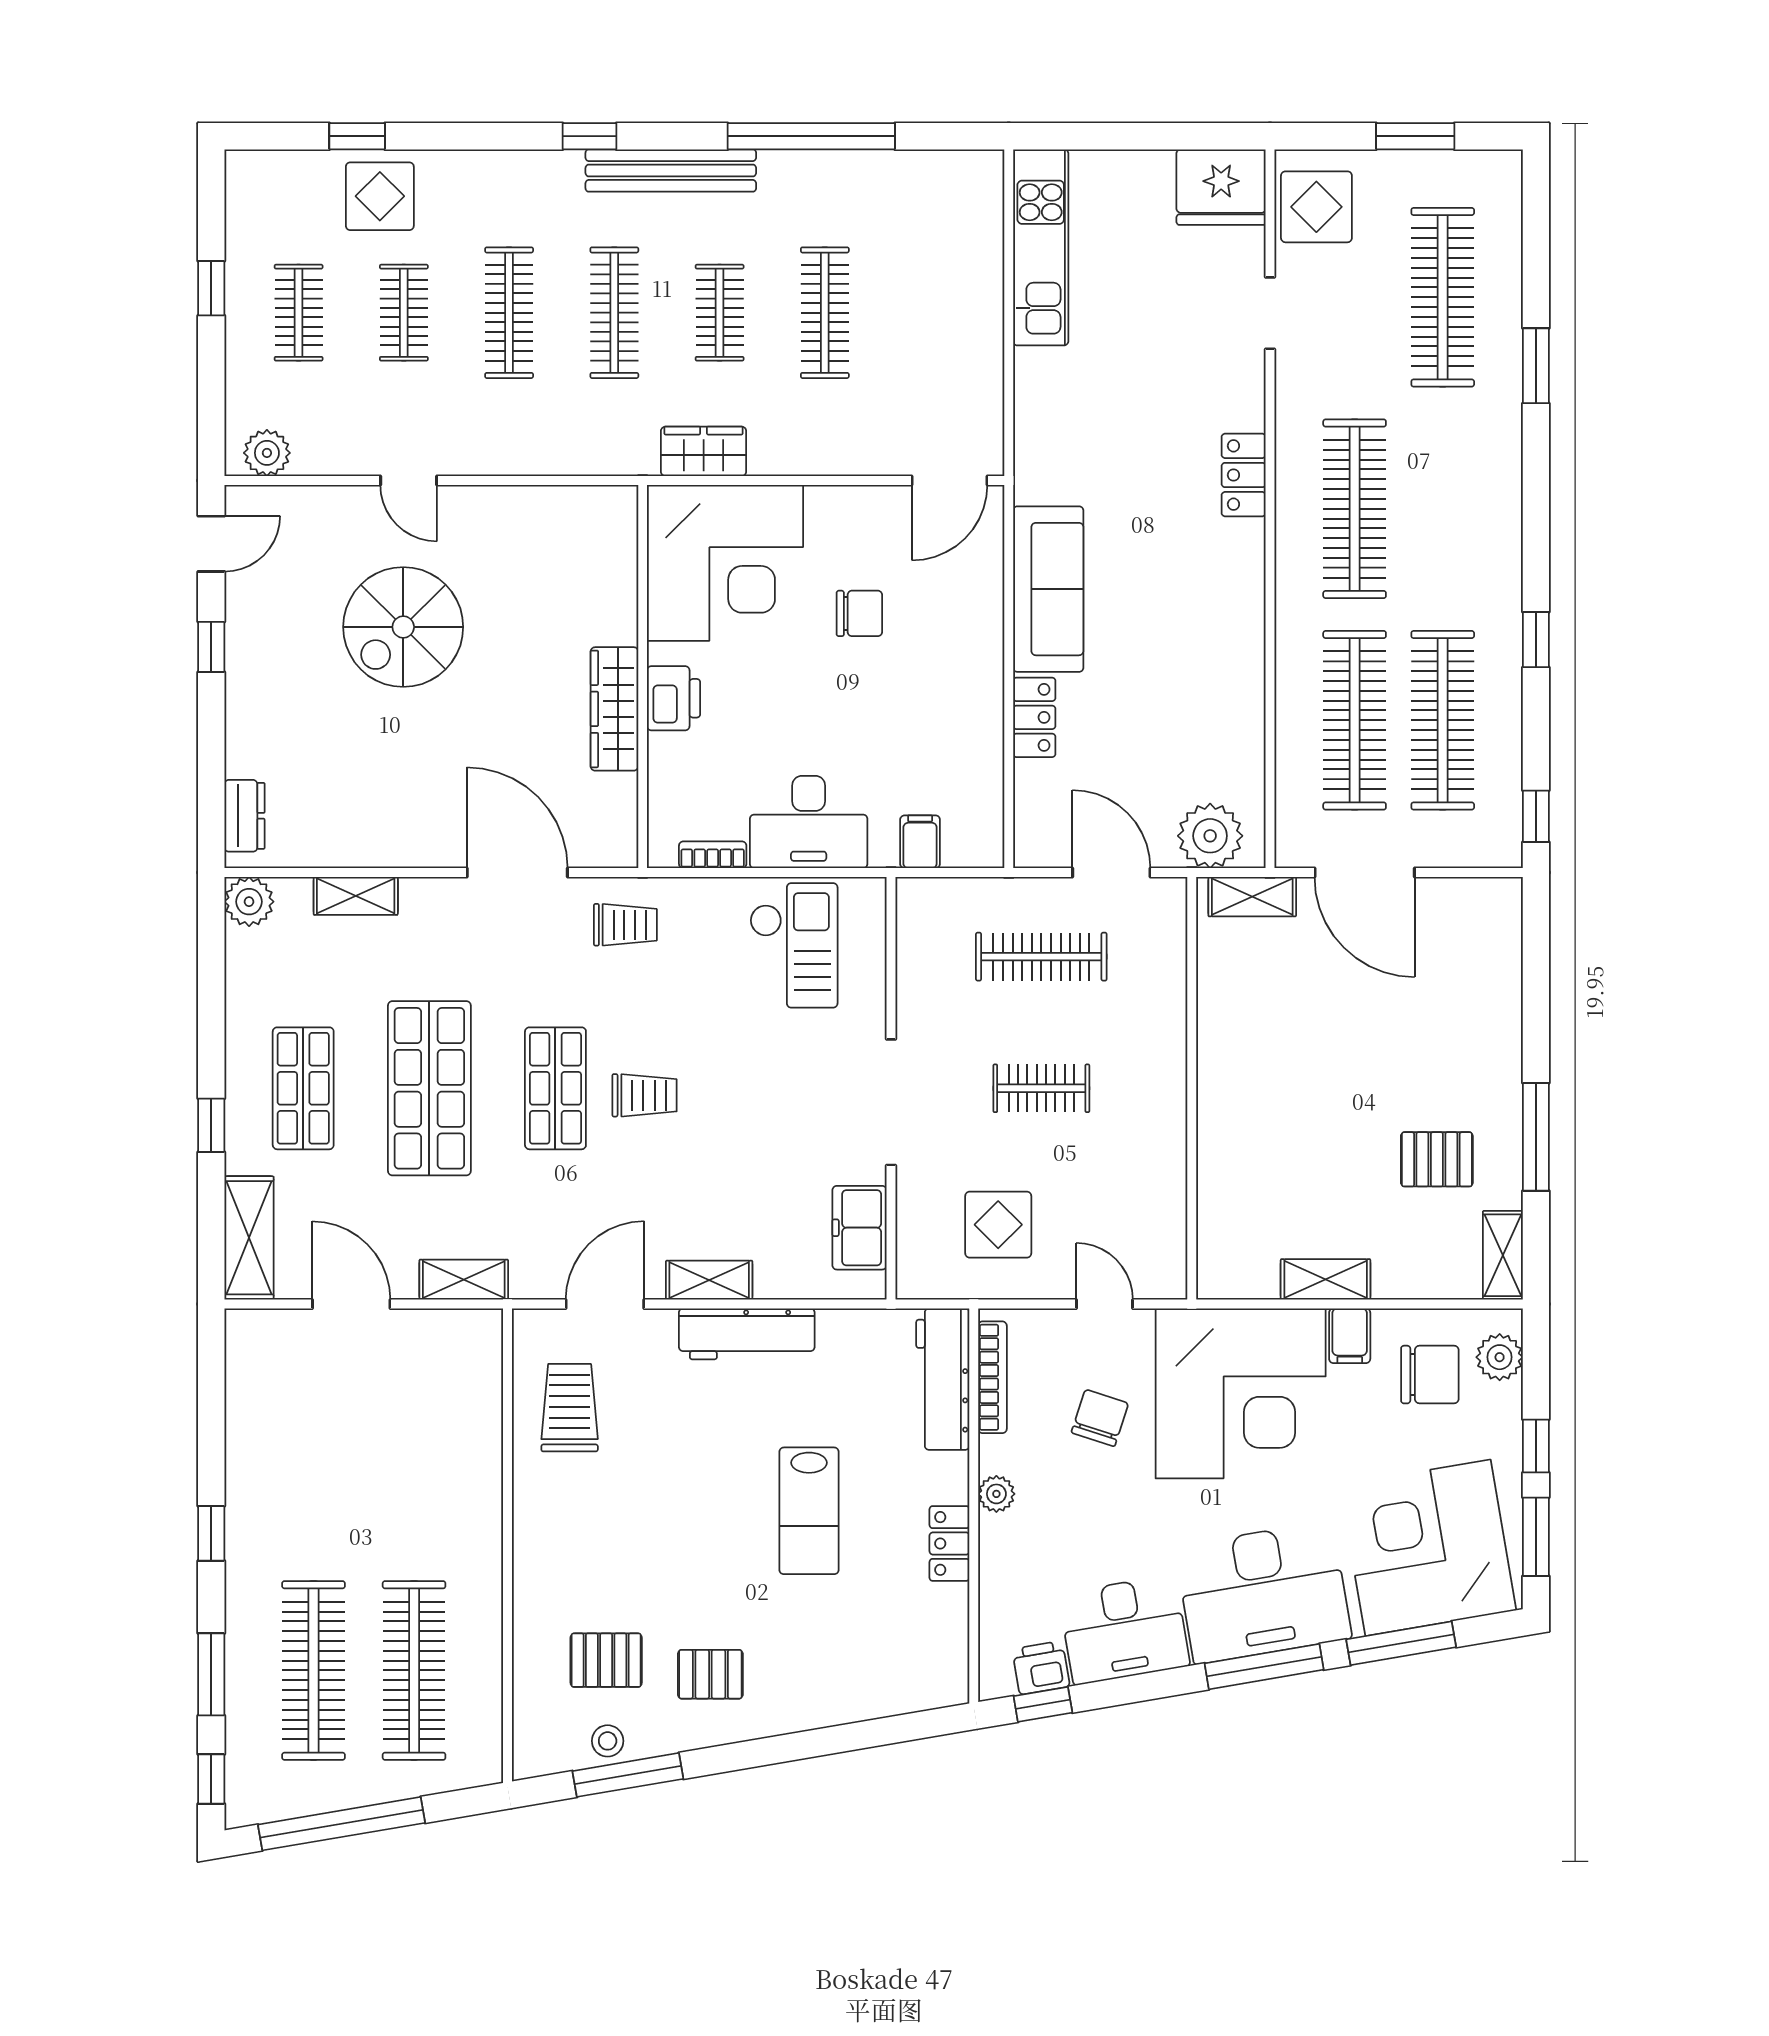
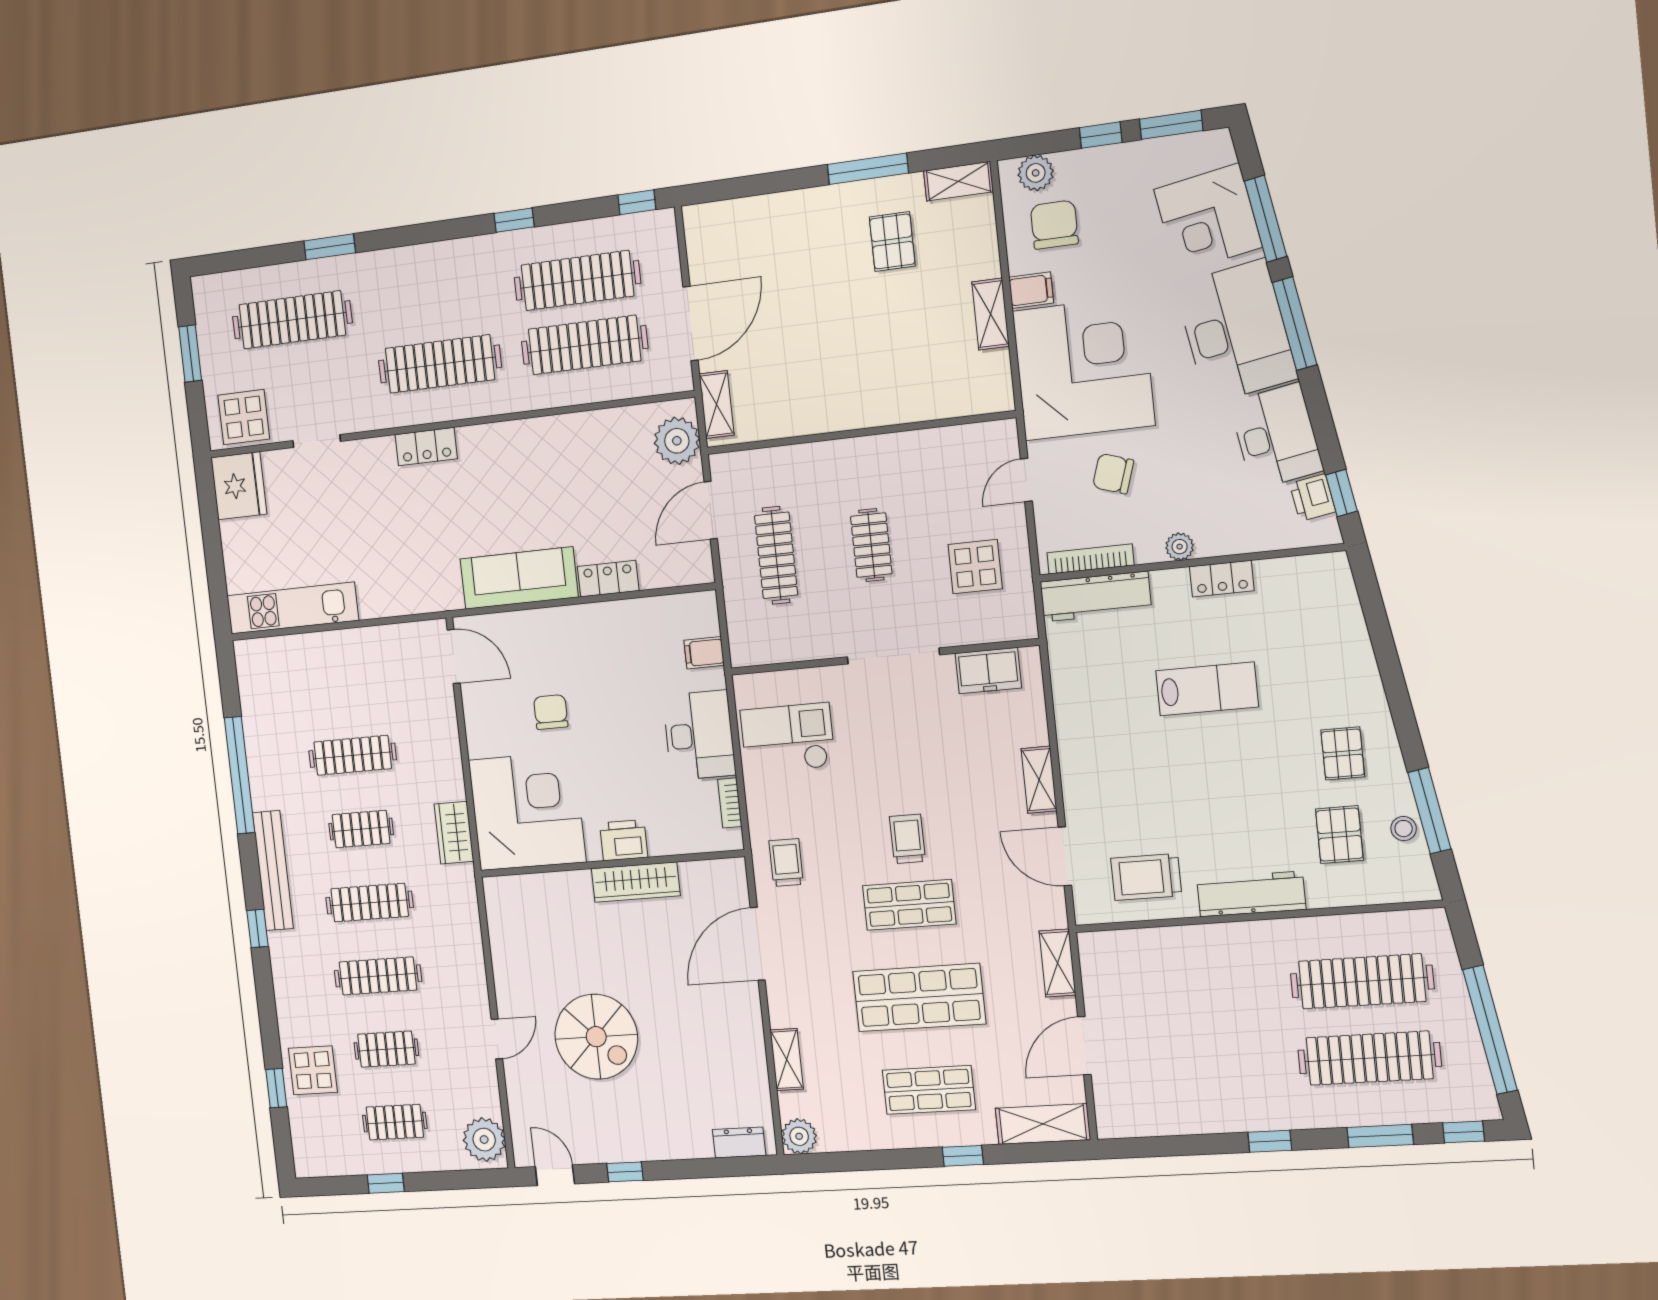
plant: (267, 453) -> (484, 1140), width x1.36, depth x1.36
workbench: (747, 1334) -> (1251, 894), moved, turned -90
corner desk: (1428, 1548) -> (1208, 218), width x0.74, depth x0.74

